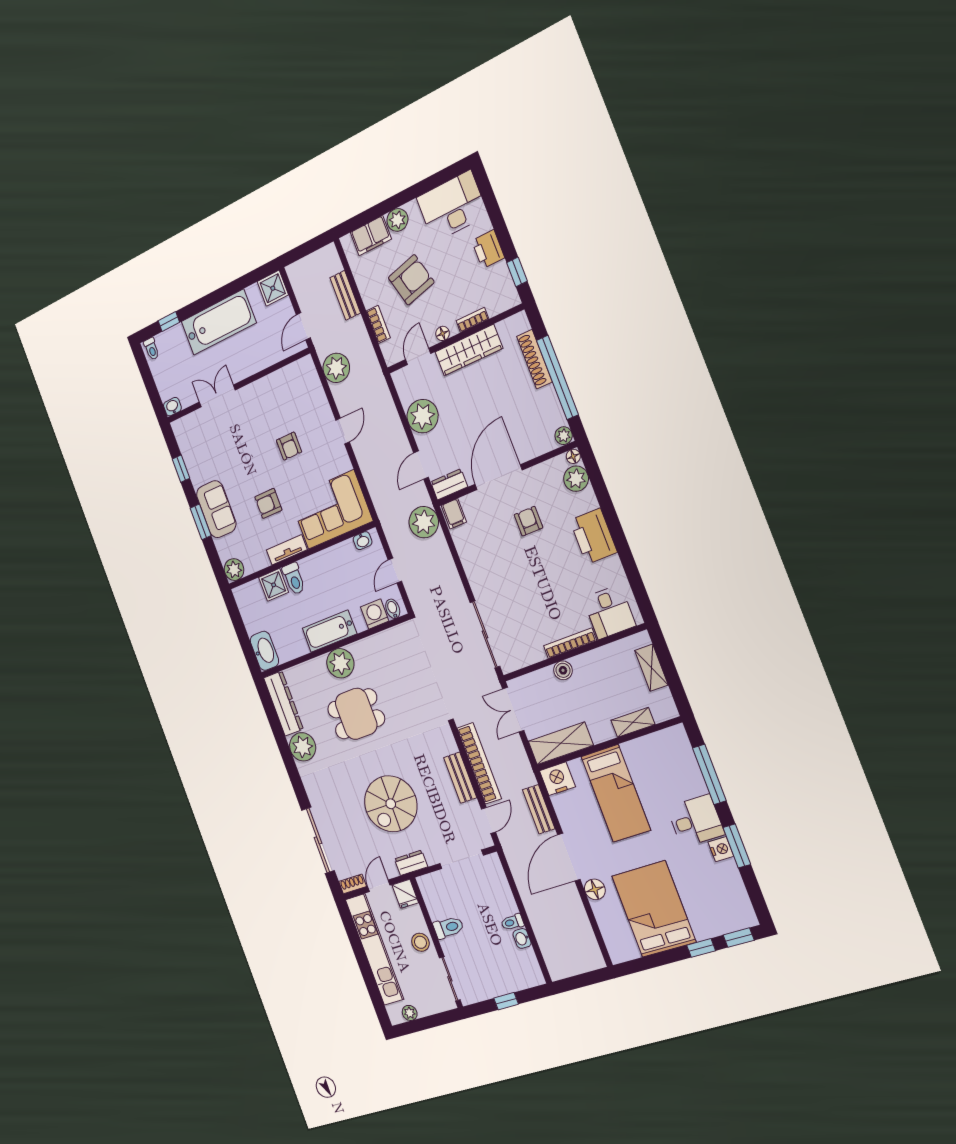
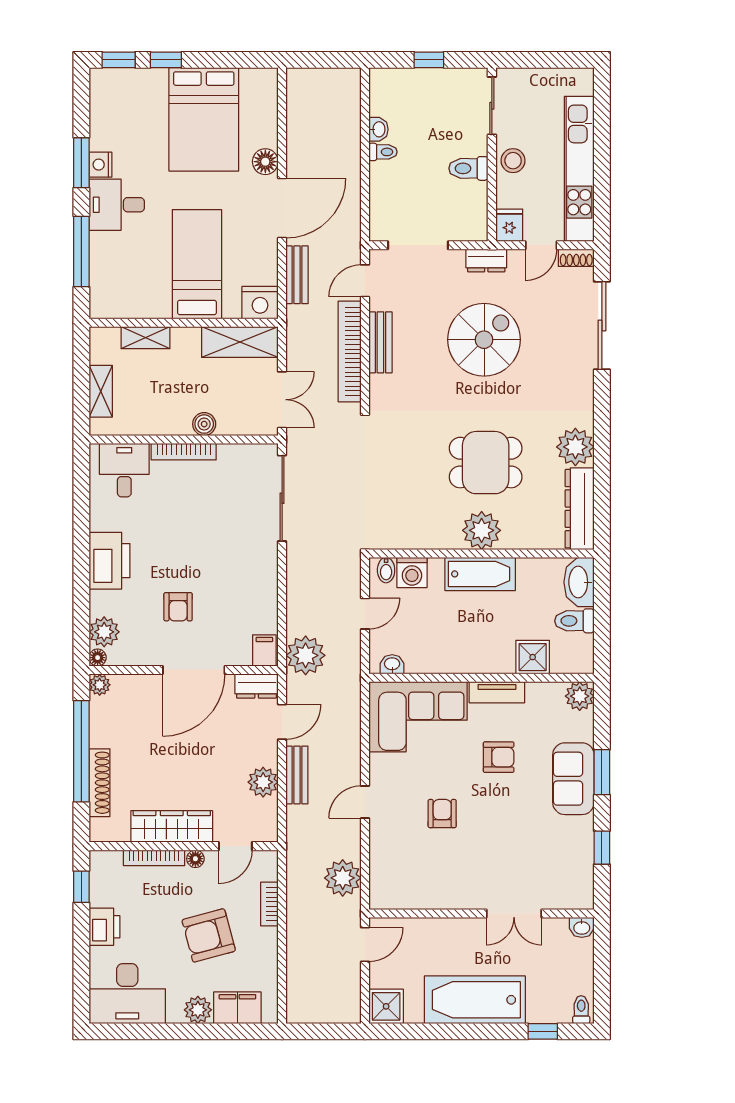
bench: (345, 295) -> (297, 775), moved
bookcase: (472, 320) -> (154, 858), width x1.56
plant: (423, 416) -> (263, 782), width x0.73, depth x0.73
toilet: (294, 579) -> (574, 621), moved, turned -90
plant: (410, 1013) -> (563, 78), removed

